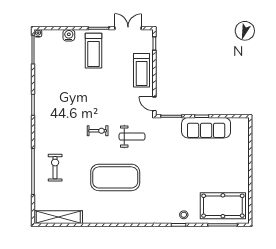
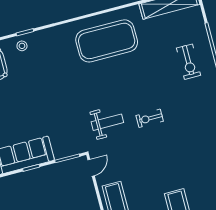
door: (154, 104) -> (91, 168), hinge flipped
weight bench: (132, 137) -> (107, 122), turned 180
exercise mat: (115, 177) -> (107, 41), moved

